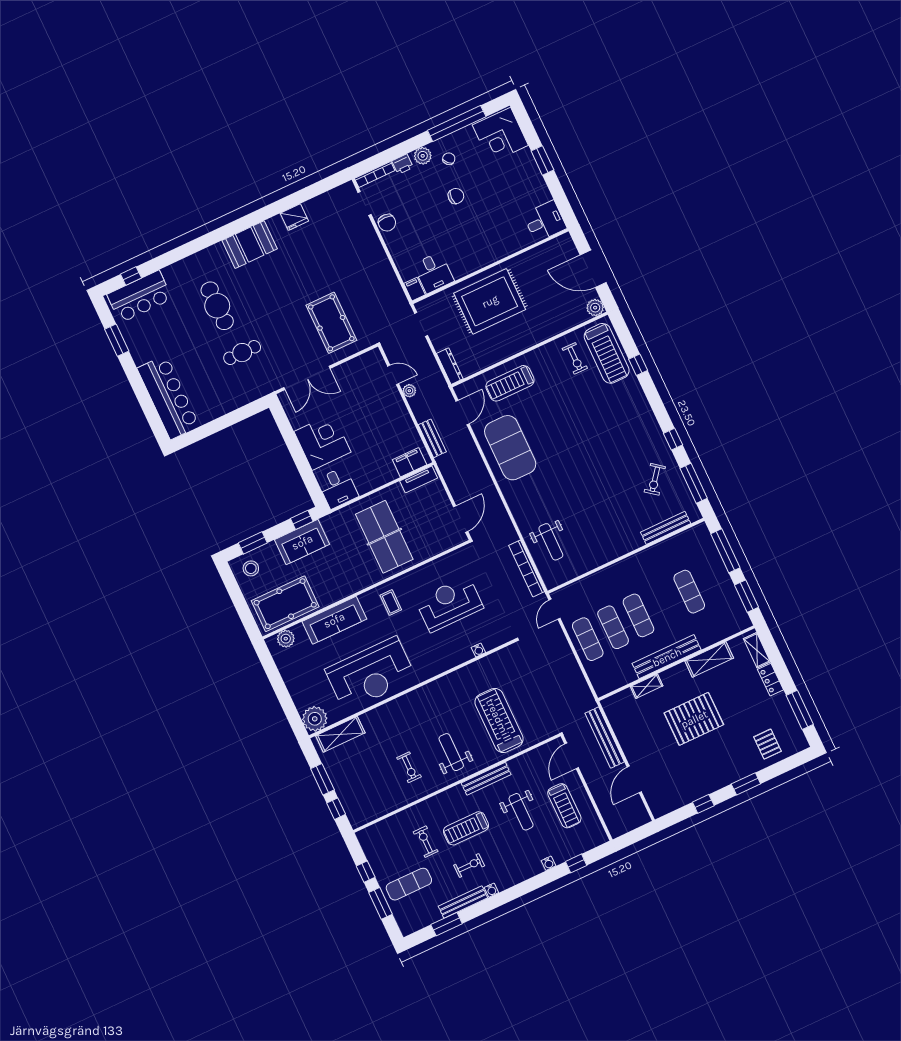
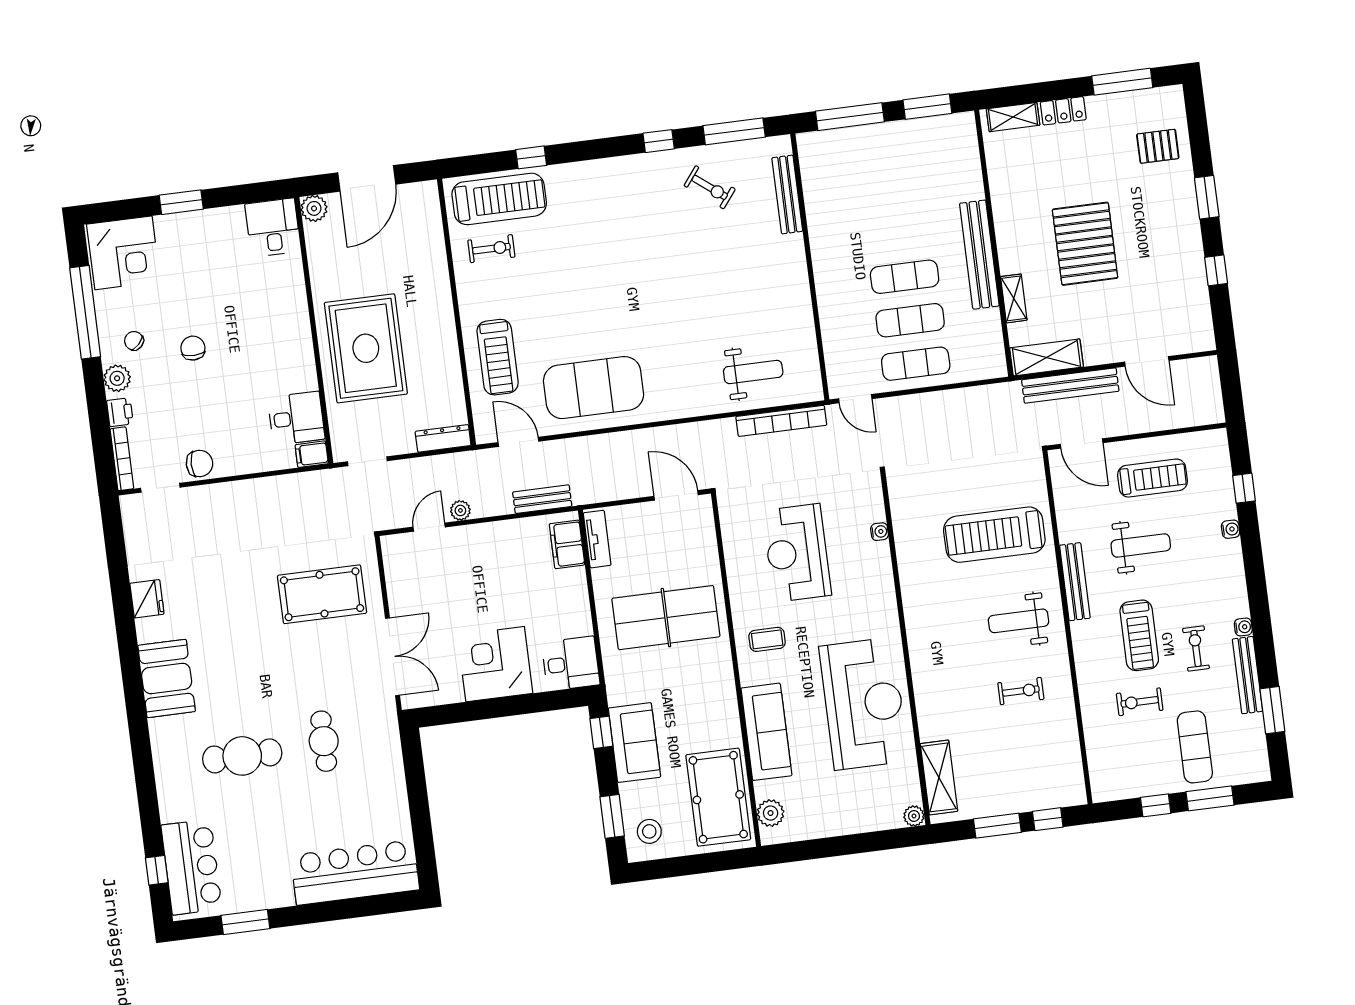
plant: (595, 308) -> (314, 208), moved
exercise mat: (689, 592) -> (893, 190), removed
shelving: (709, 659) -> (1047, 357), moved, turned 90
plant: (315, 719) -> (914, 816), width x0.53, depth x0.53

